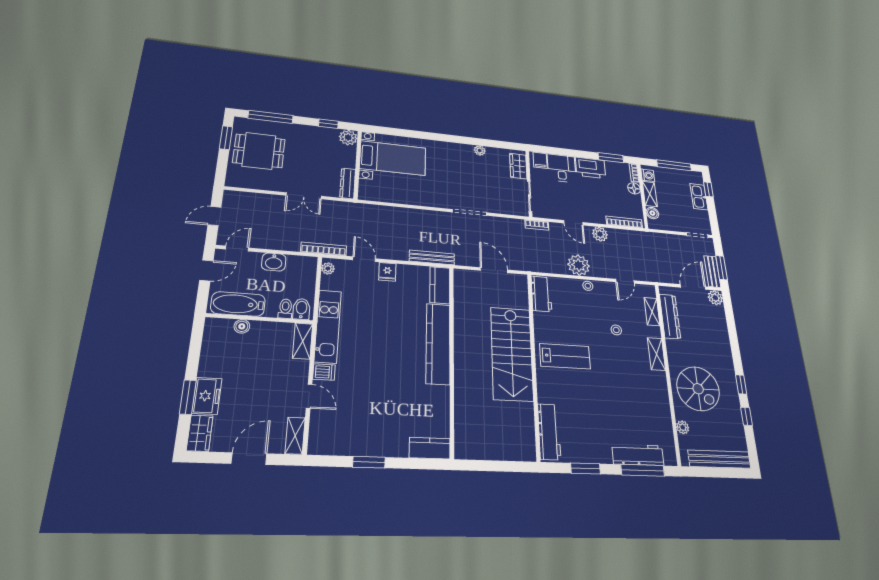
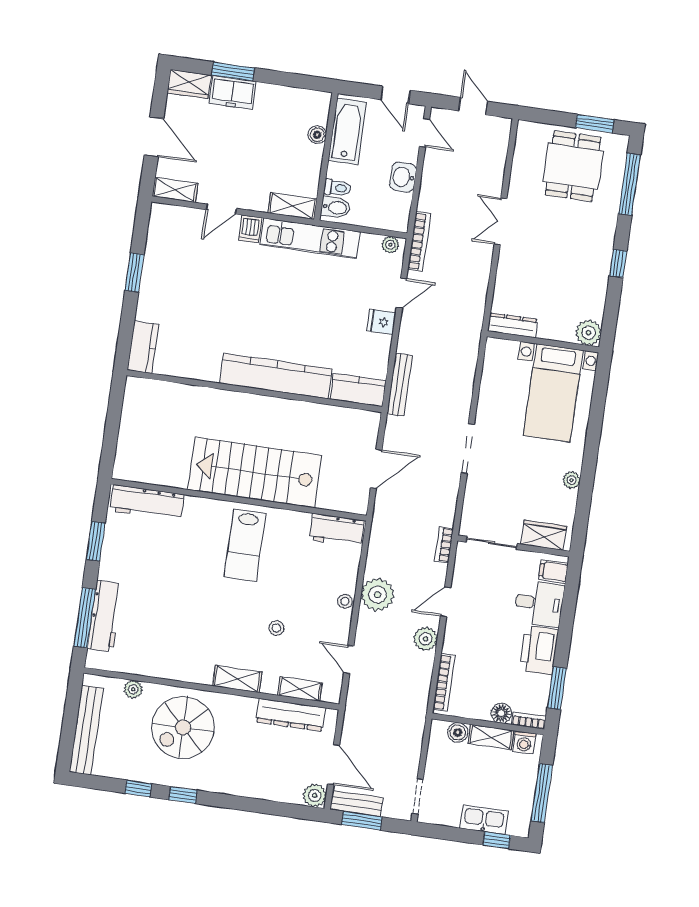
plant: (348, 137) -> (588, 333), moved
bed with nightstands: (393, 158) -> (553, 393), moved
wall: (358, 165) -> (543, 342), moved
dresser: (348, 183) -> (513, 325), moved

